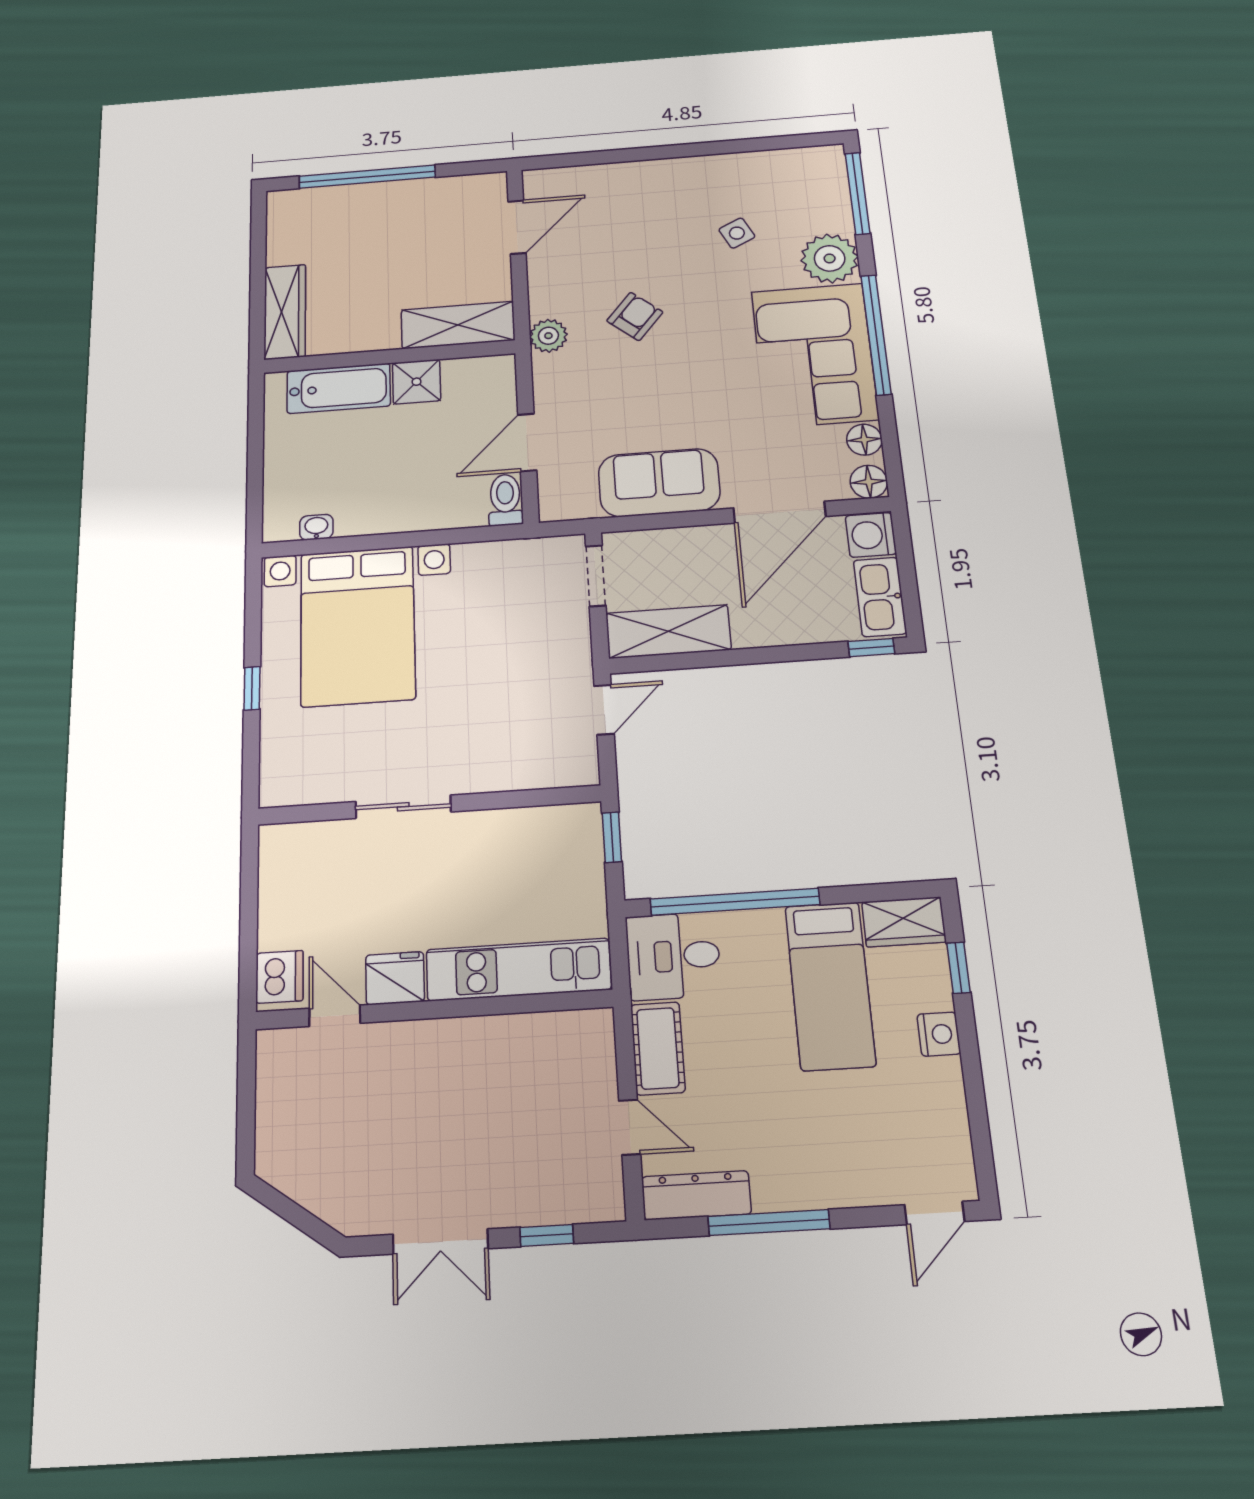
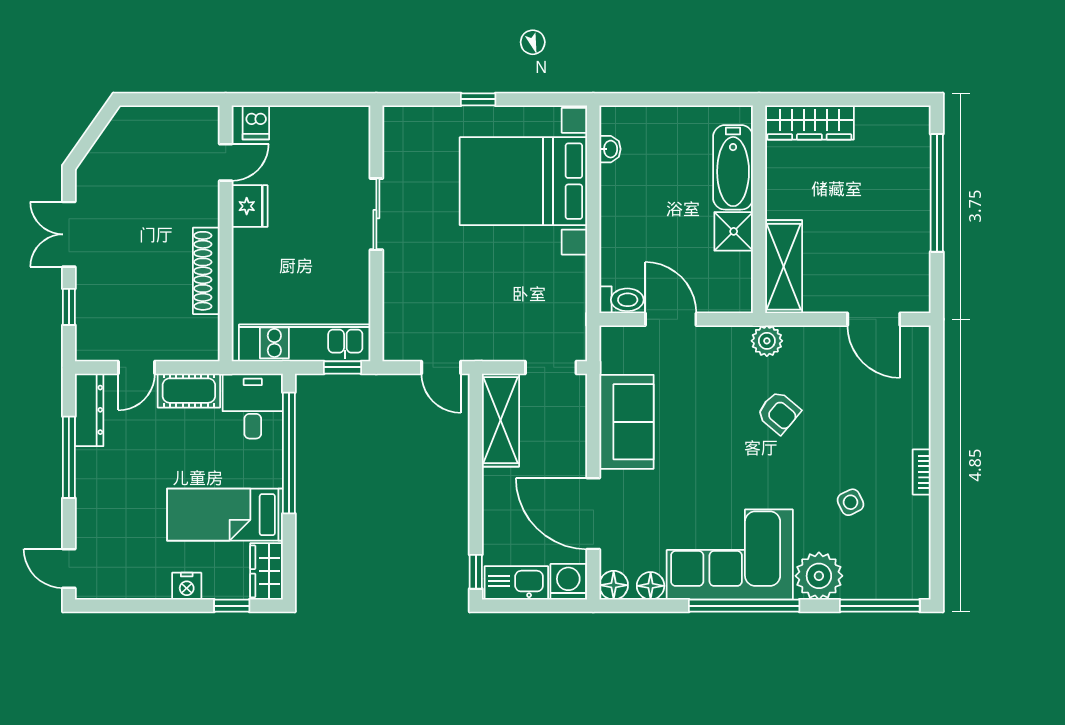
bookcase: (694, 165) -> (922, 472), added
kitchen unit: (518, 970) -> (305, 343), moved, turned -90
dishwasher: (280, 977) -> (256, 122), width x0.73
shoe rack: (487, 1034) -> (206, 271), added

